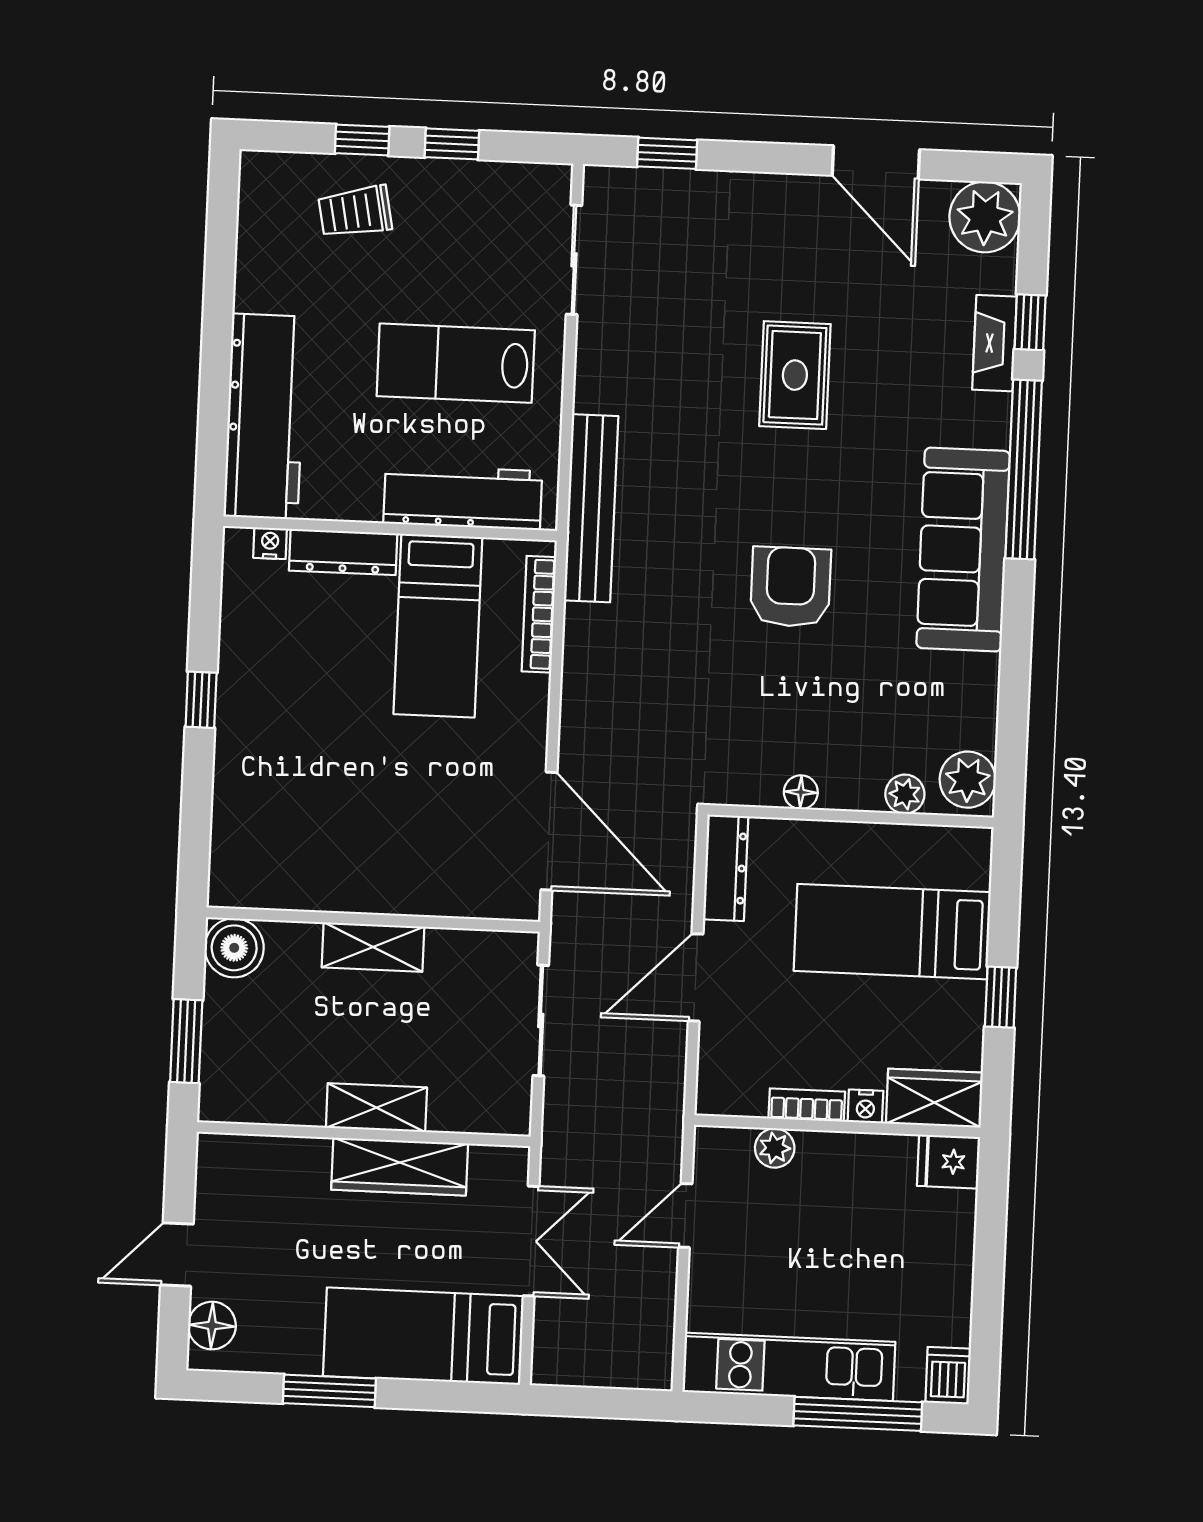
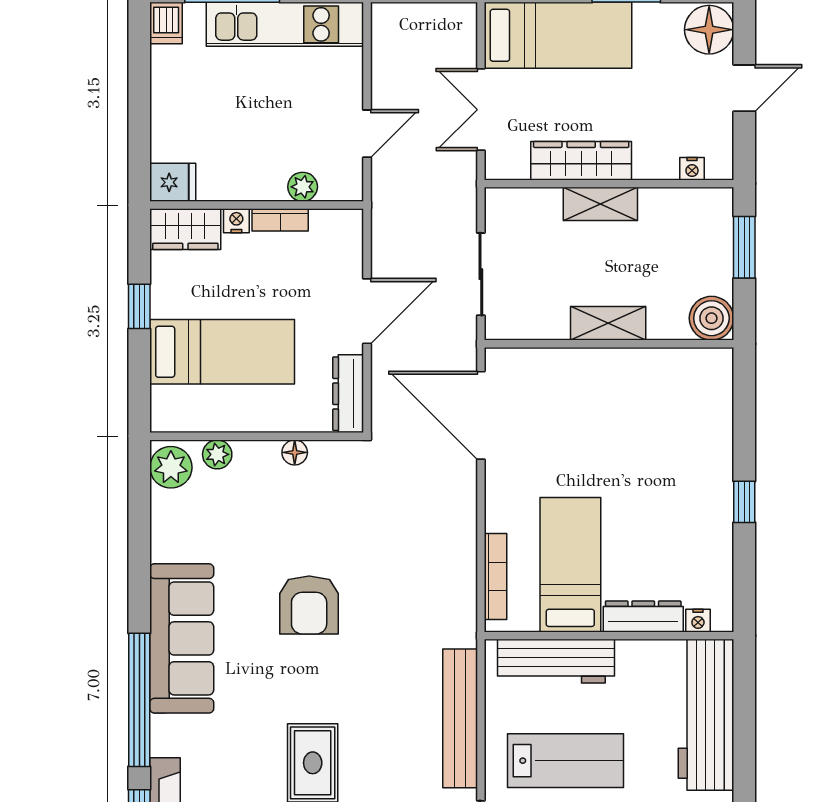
bench: (591, 508) -> (460, 718), moved
nightstand: (252, 1149) -> (692, 169), added
floor lamp: (212, 1326) -> (709, 30), width x1.38, depth x1.38

